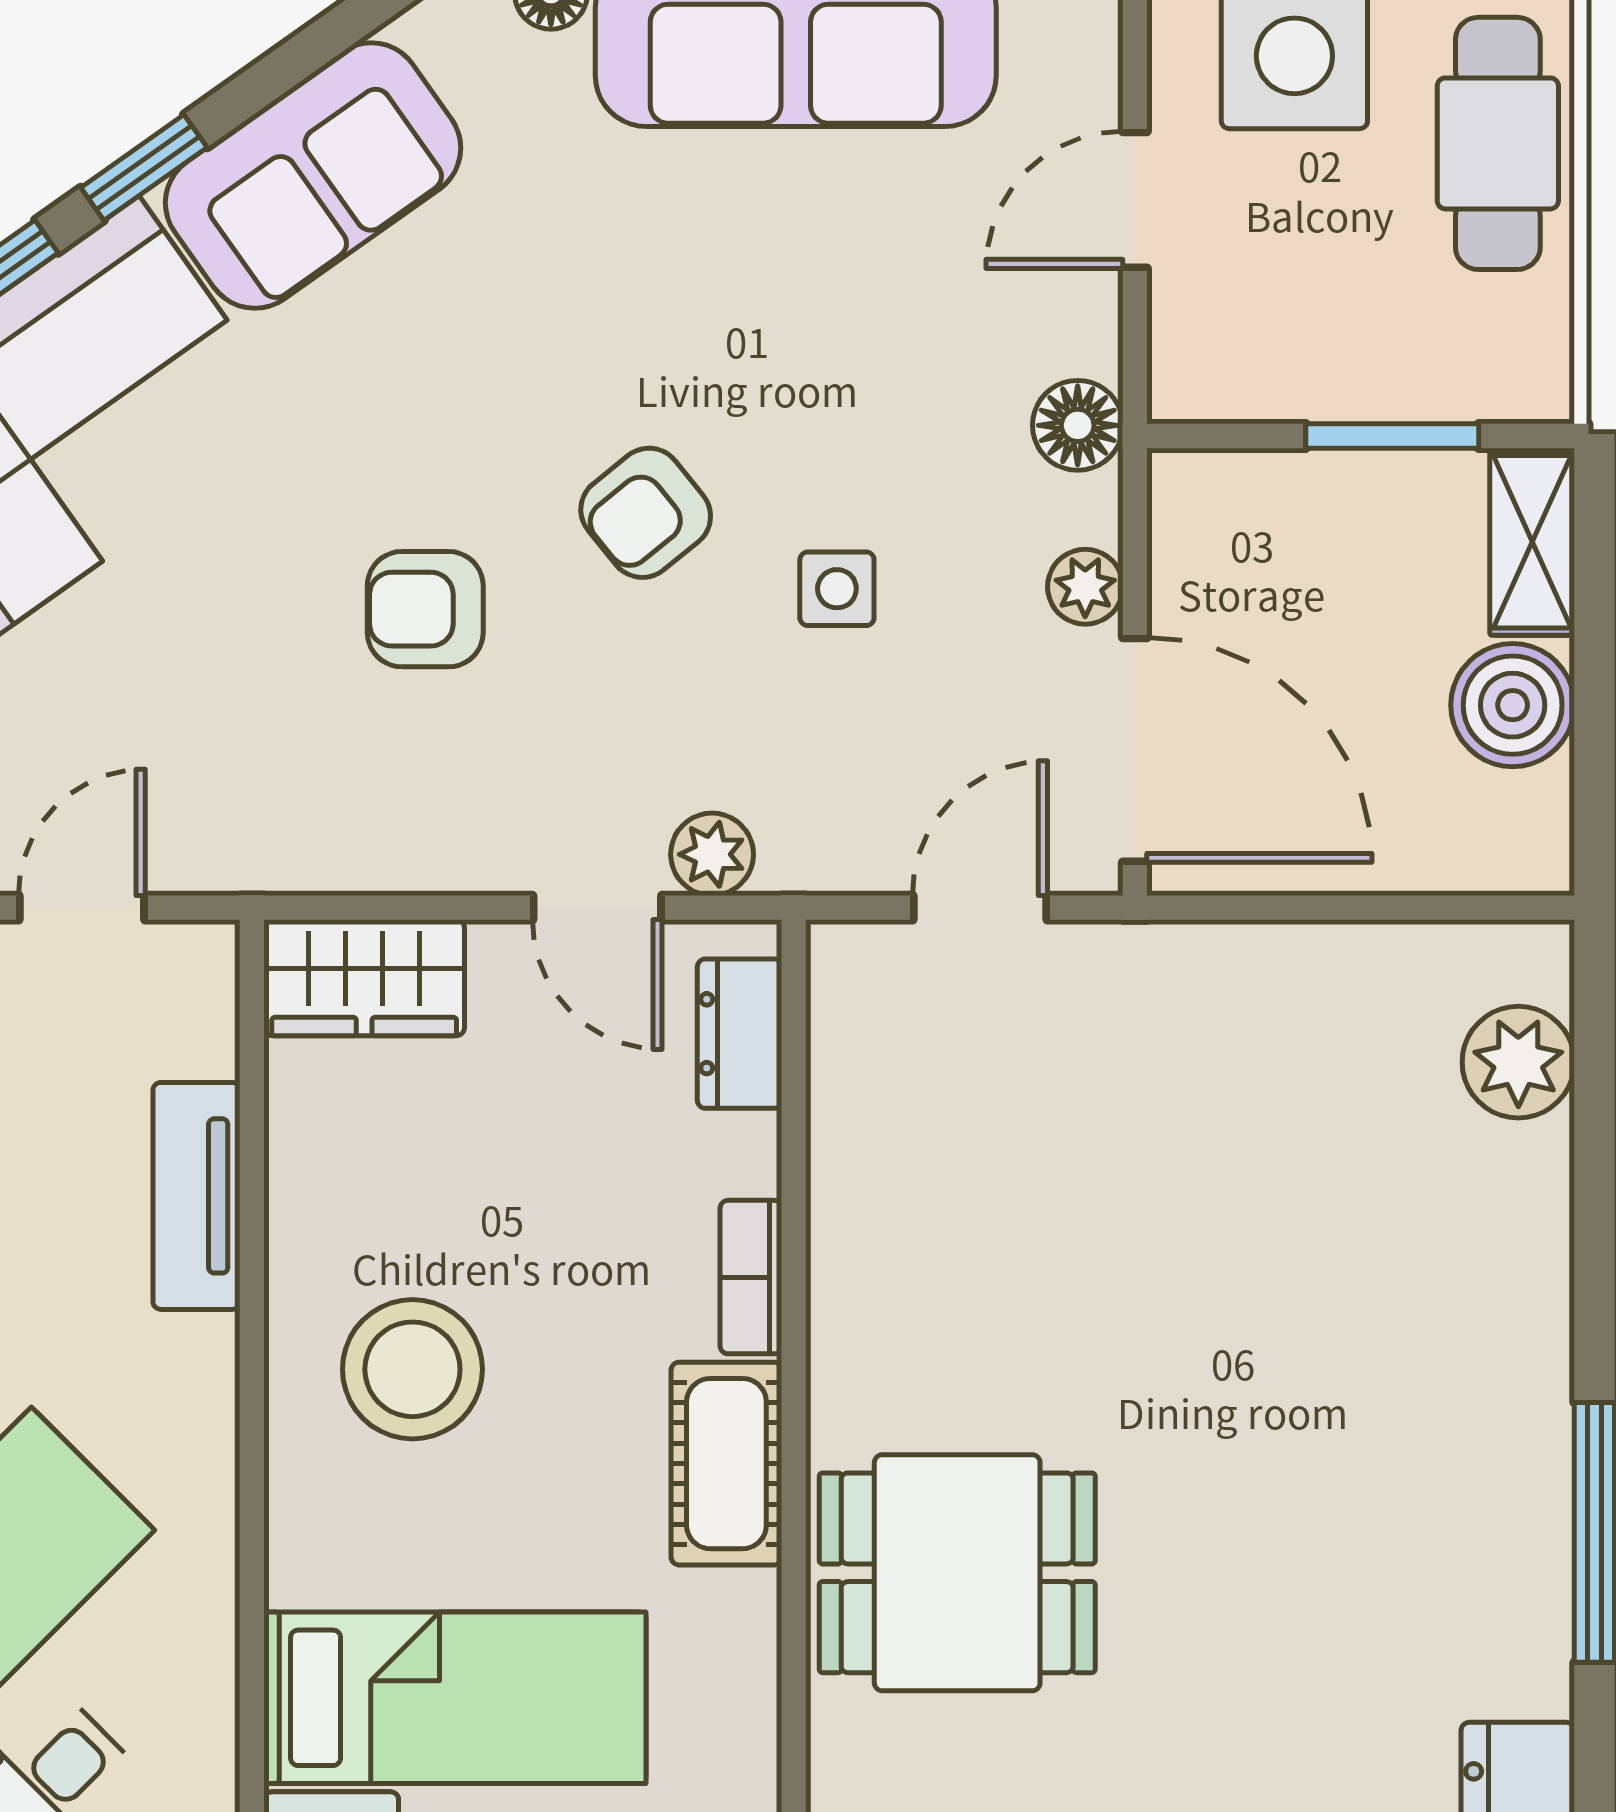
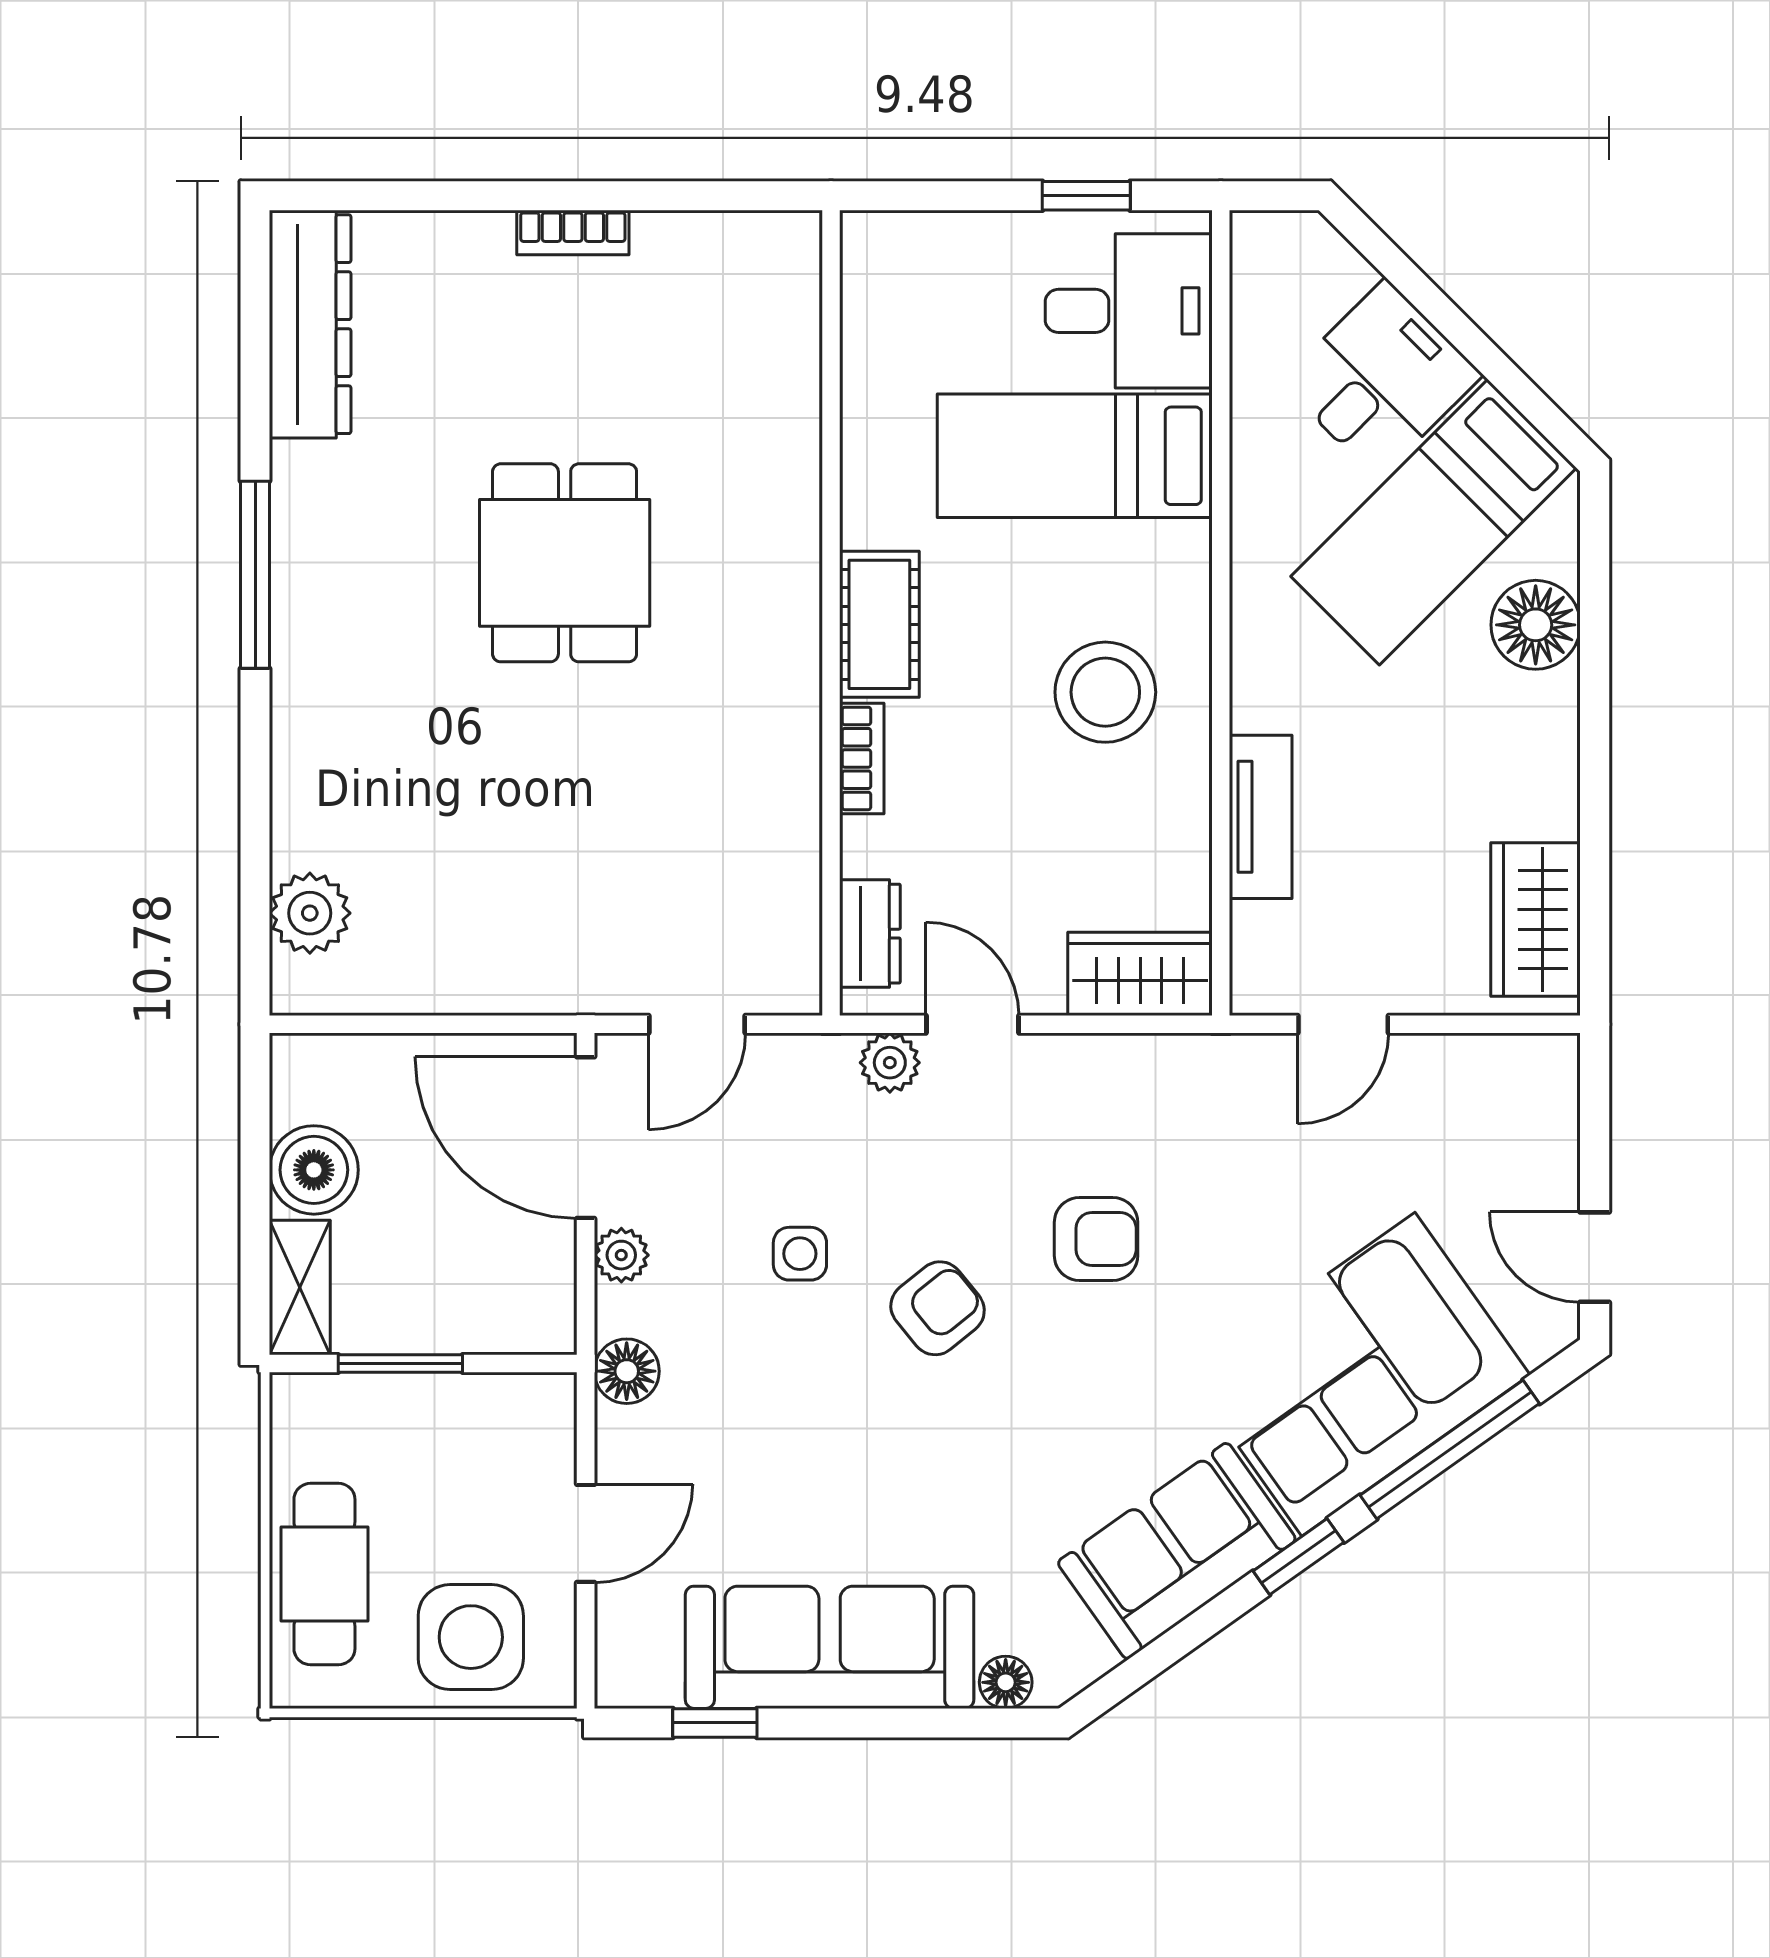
dining table: (957, 1573) -> (565, 563), moved, turned 90

